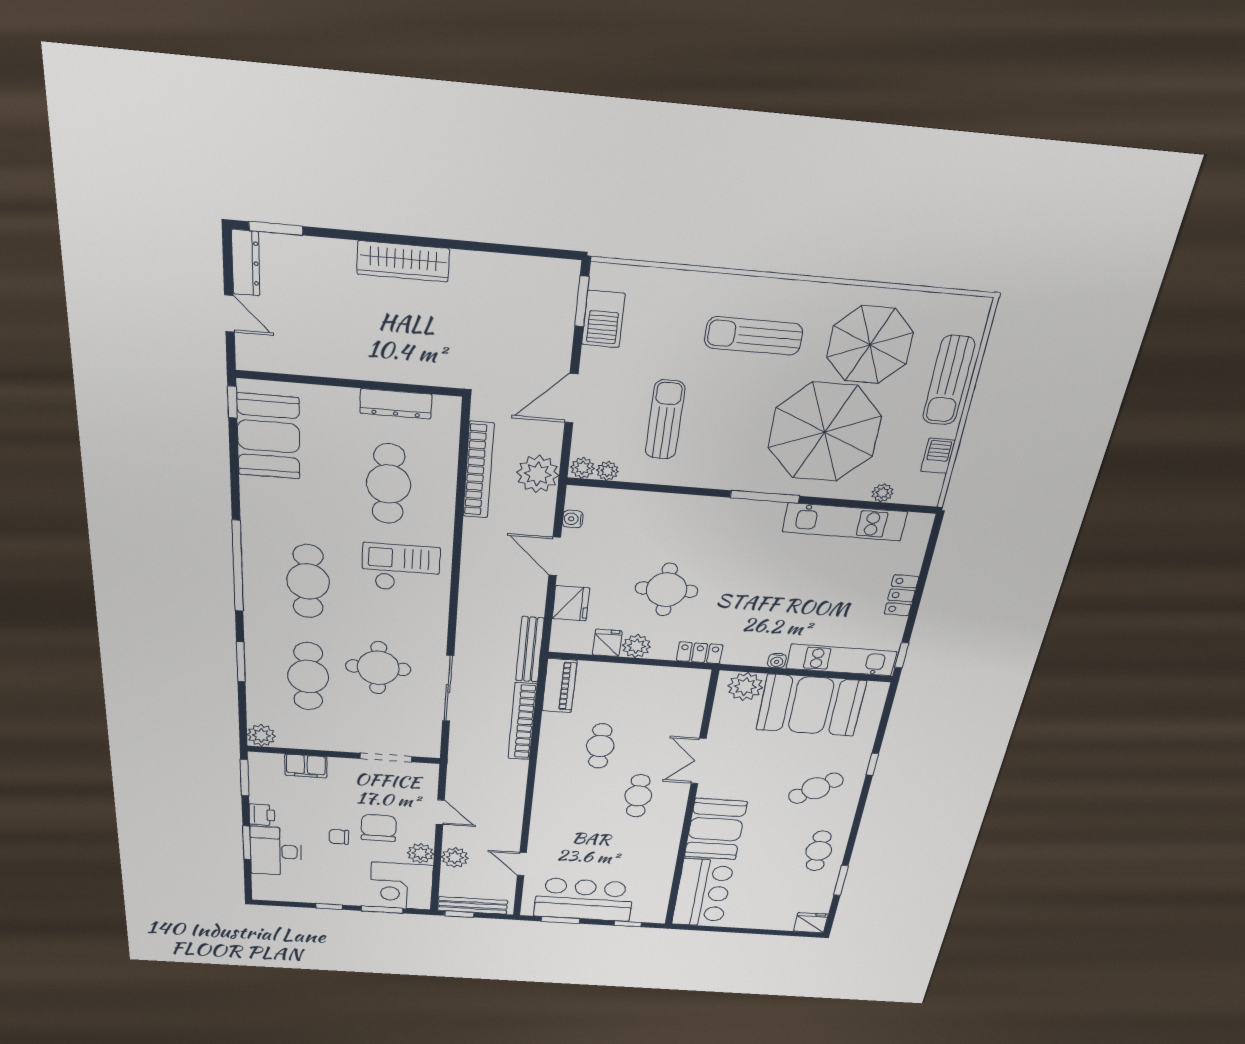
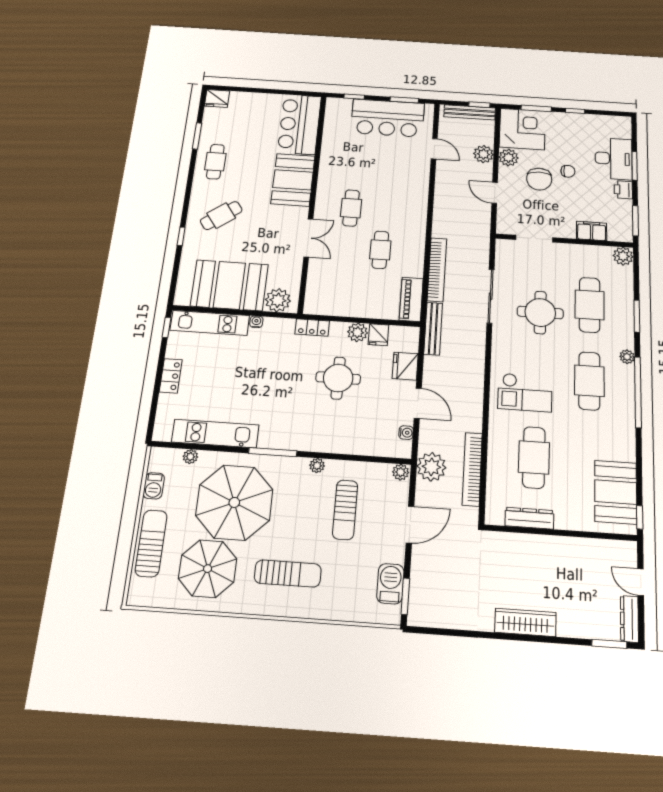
plant: (608, 471) -> (317, 466), moved
plant: (254, 611) -> (627, 357), added

